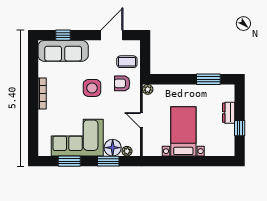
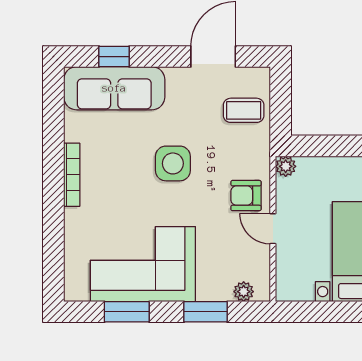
armchair: (122, 83) -> (246, 196), moved
floor lamp: (113, 148) -> (215, 284), removed

